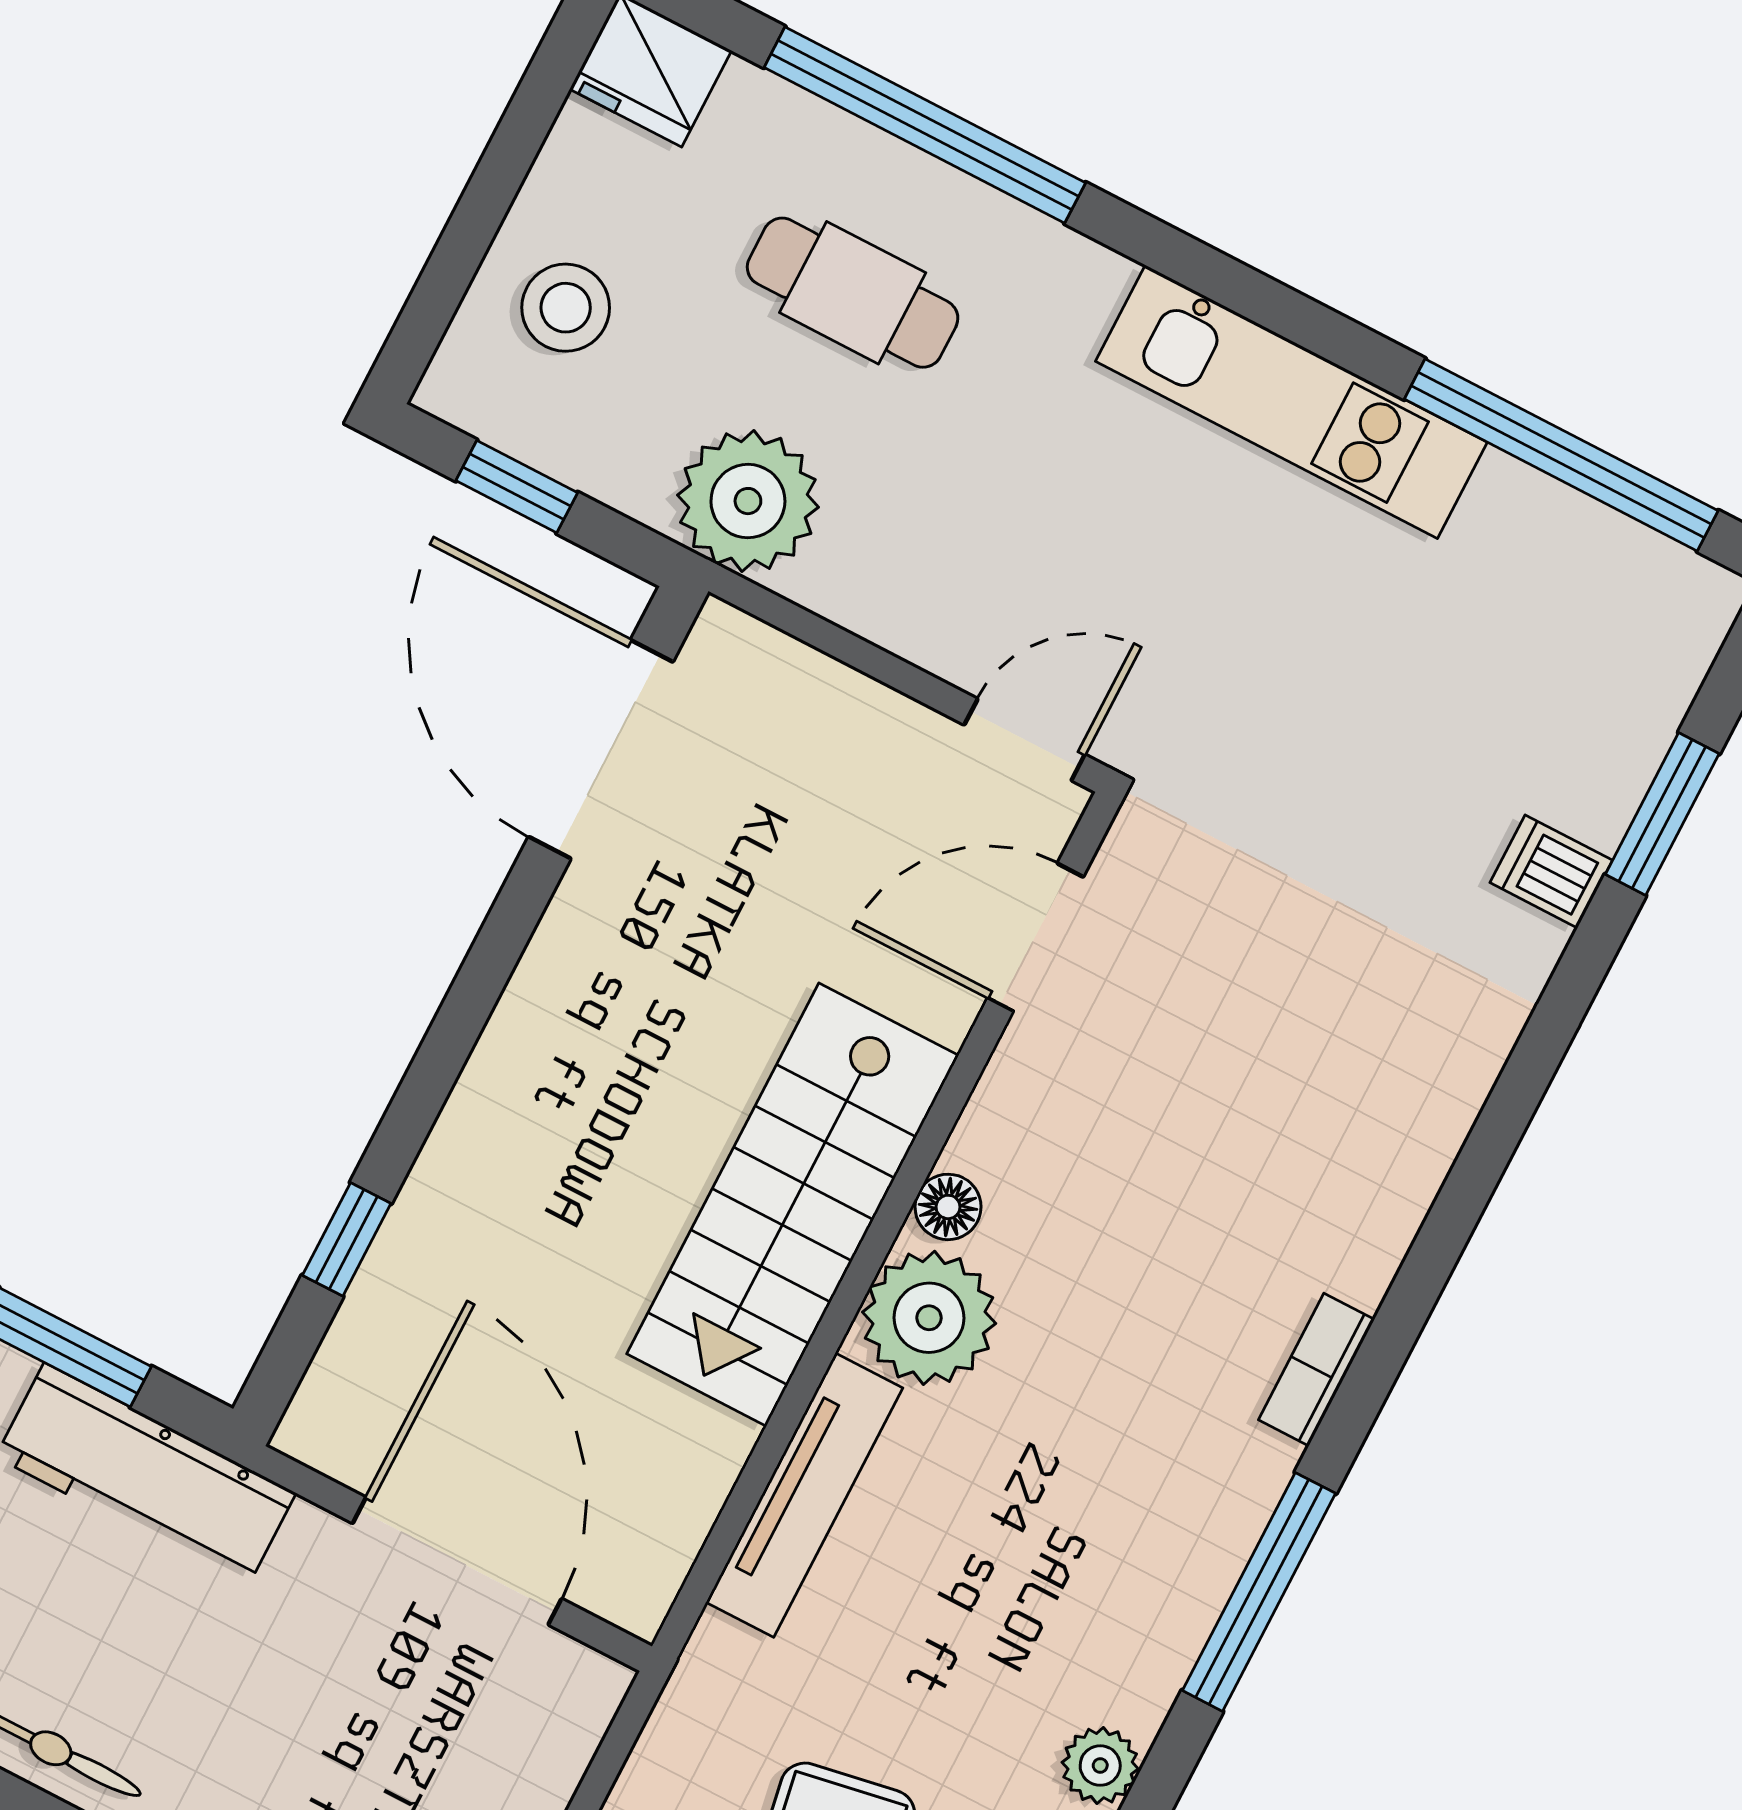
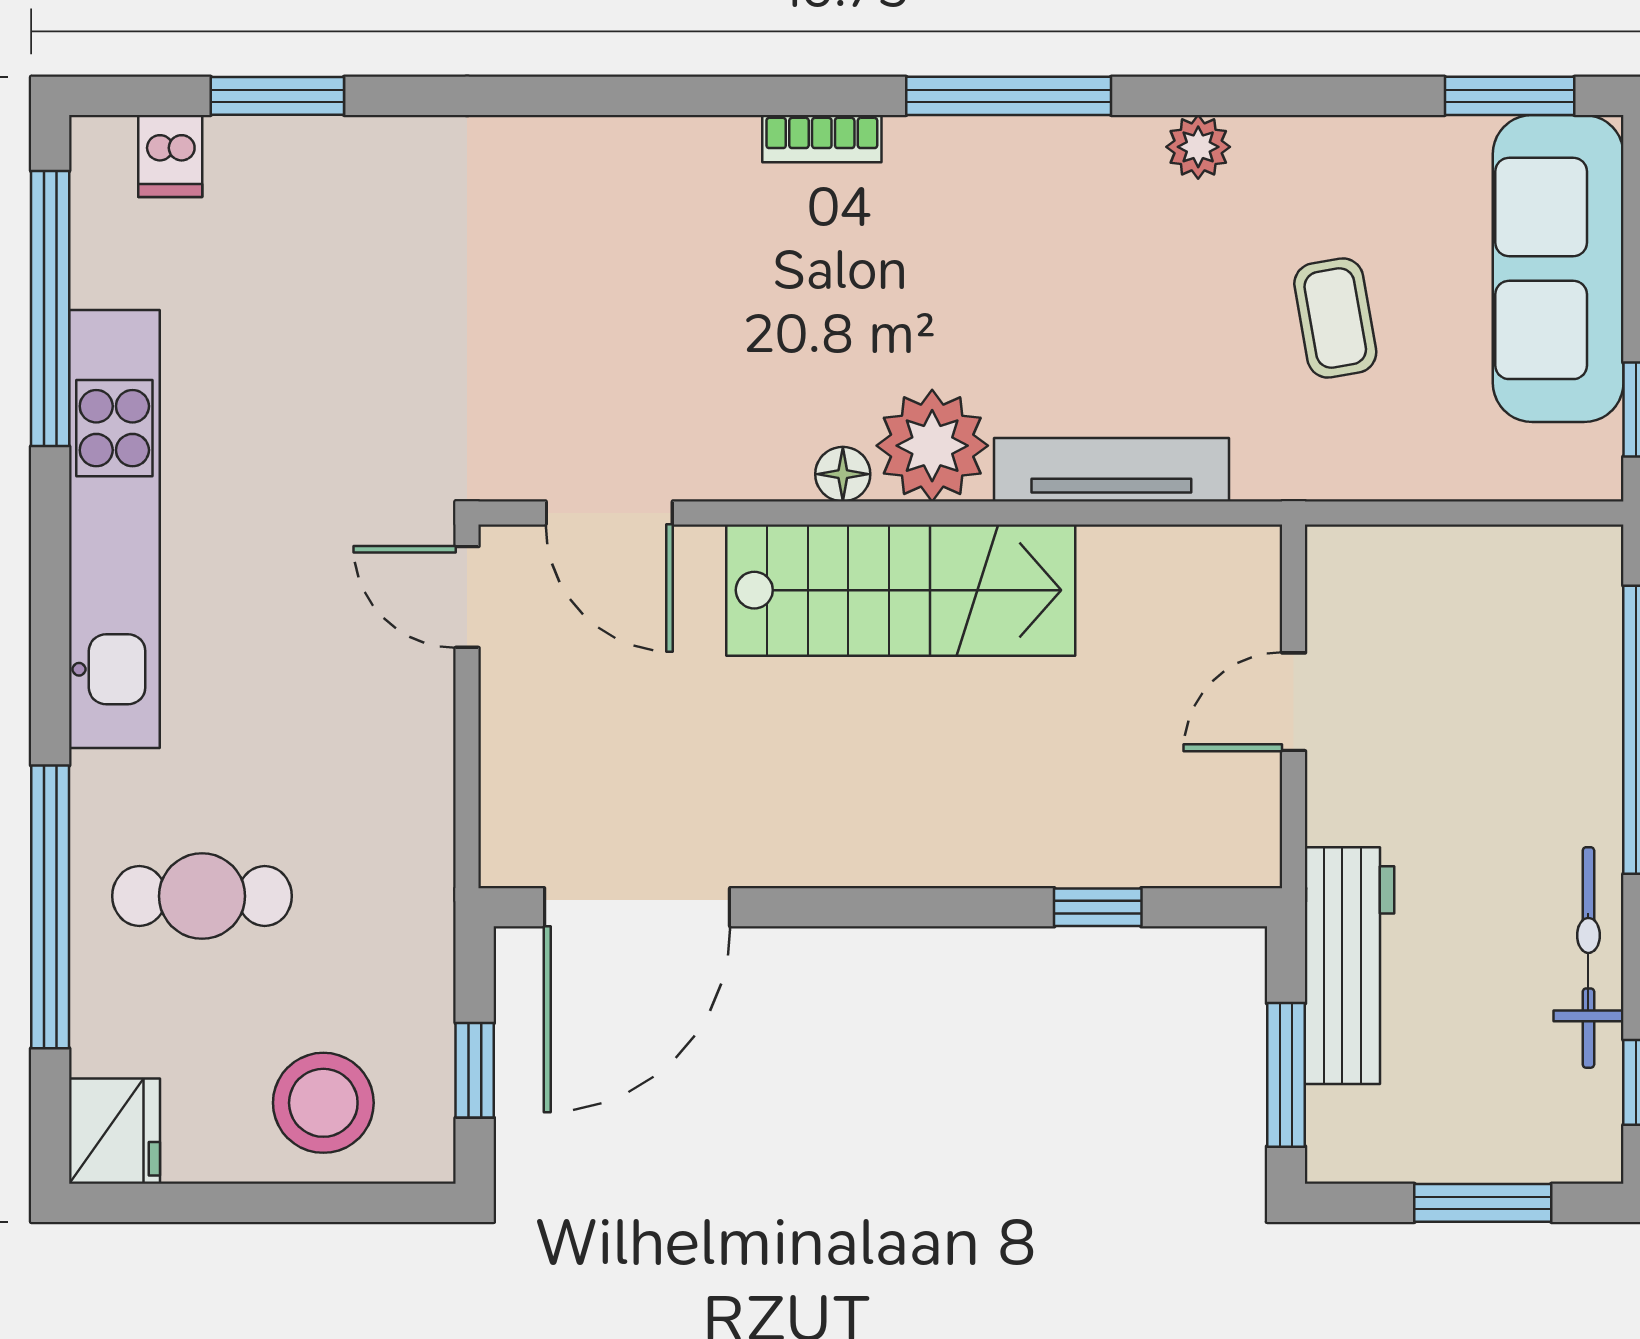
cafe table: (853, 293) -> (202, 896), turned 90
stool: (566, 308) -> (323, 1103), width x1.38, depth x1.38
kitchen unit: (1291, 402) -> (114, 529), width x1.36
plant: (748, 501) -> (397, 893), removed
dishwasher: (1551, 871) -> (170, 156), moved
door: (457, 1561) -> (1294, 702), width x0.53

